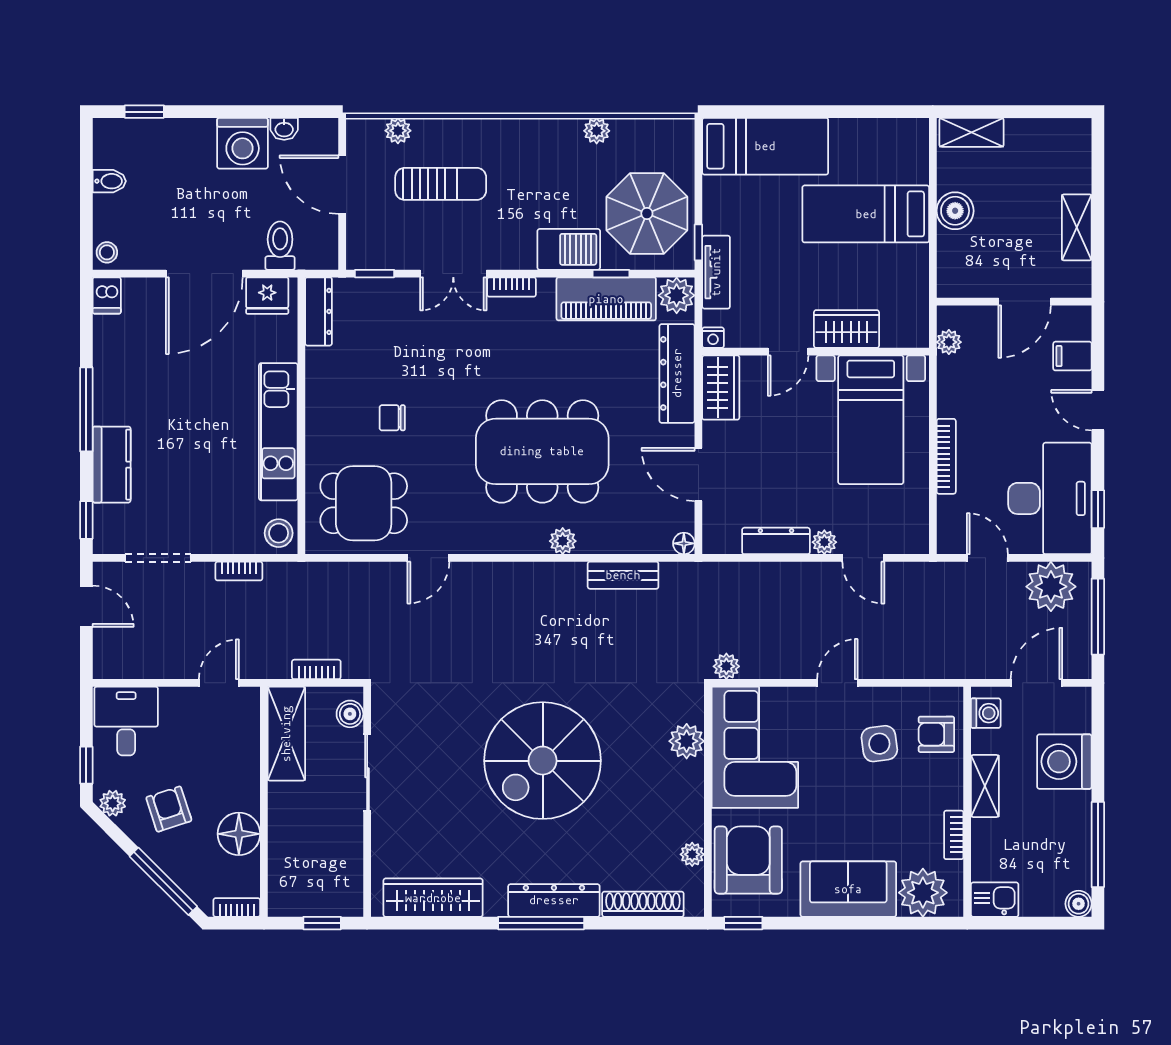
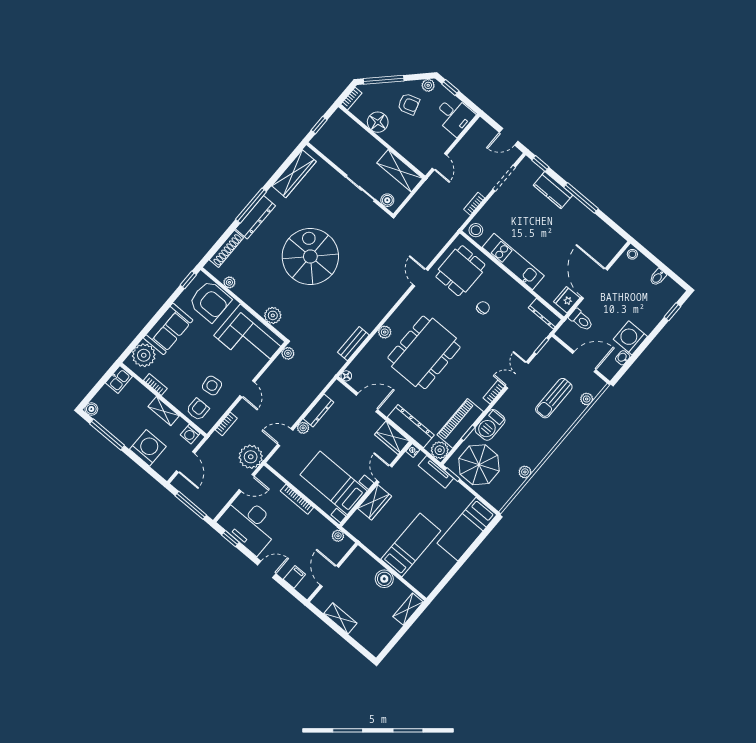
dishwasher: (107, 295) -> (617, 241), removed
plant: (1051, 587) -> (251, 457), moved
bookcase: (316, 669) -> (226, 424), moved

